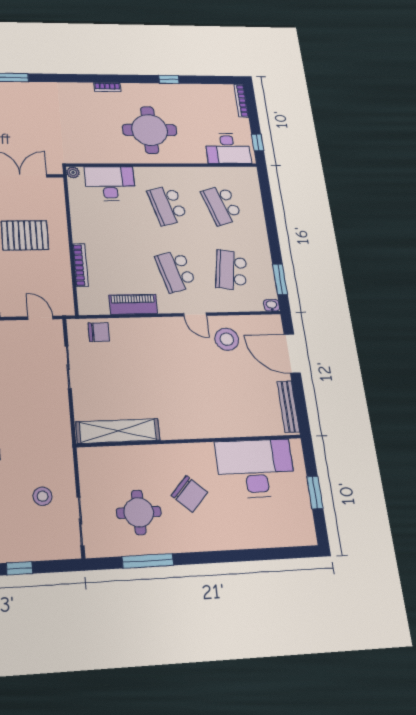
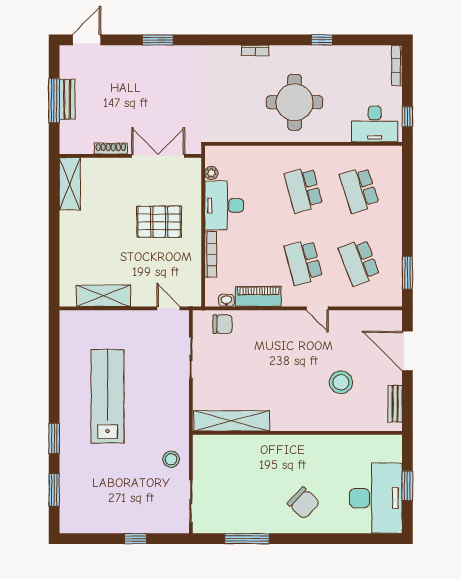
plant: (73, 172) -> (211, 173), moved
desk: (110, 184) -> (224, 205), moved, turned -90
school desk: (231, 270) -> (359, 262), turned -30
washbasin: (272, 305) -> (226, 300), moved
stool: (227, 339) -> (341, 382), moved
bench: (288, 407) -> (395, 404), width x0.73
desk: (255, 468) -> (376, 498), moved, turned 90
chair: (189, 494) -> (304, 503), moved
stool: (43, 496) -> (171, 459), moved
round table: (139, 512) -> (243, 496), removed

